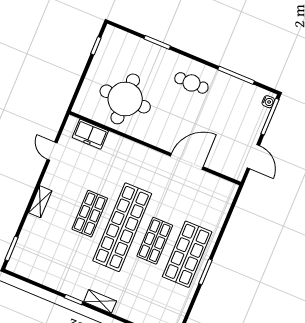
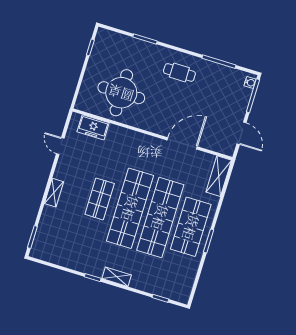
shelving: (223, 202) -> (219, 176), added
shop shelf: (155, 241) -> (160, 217), width x2.00, depth x1.36

